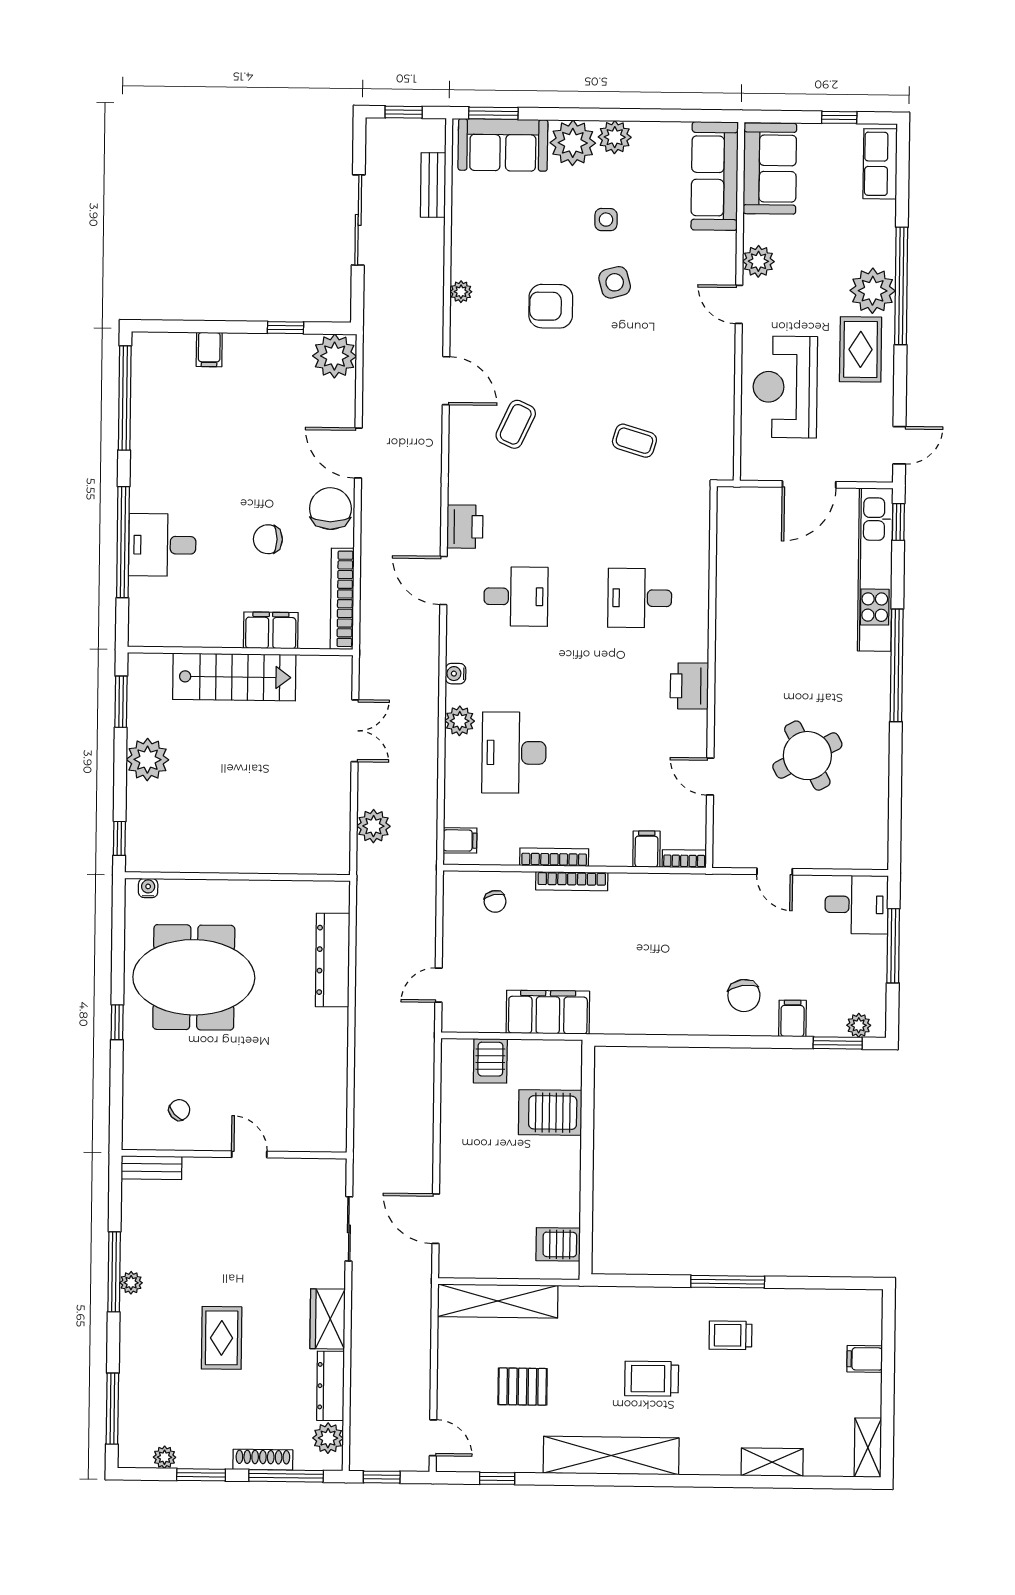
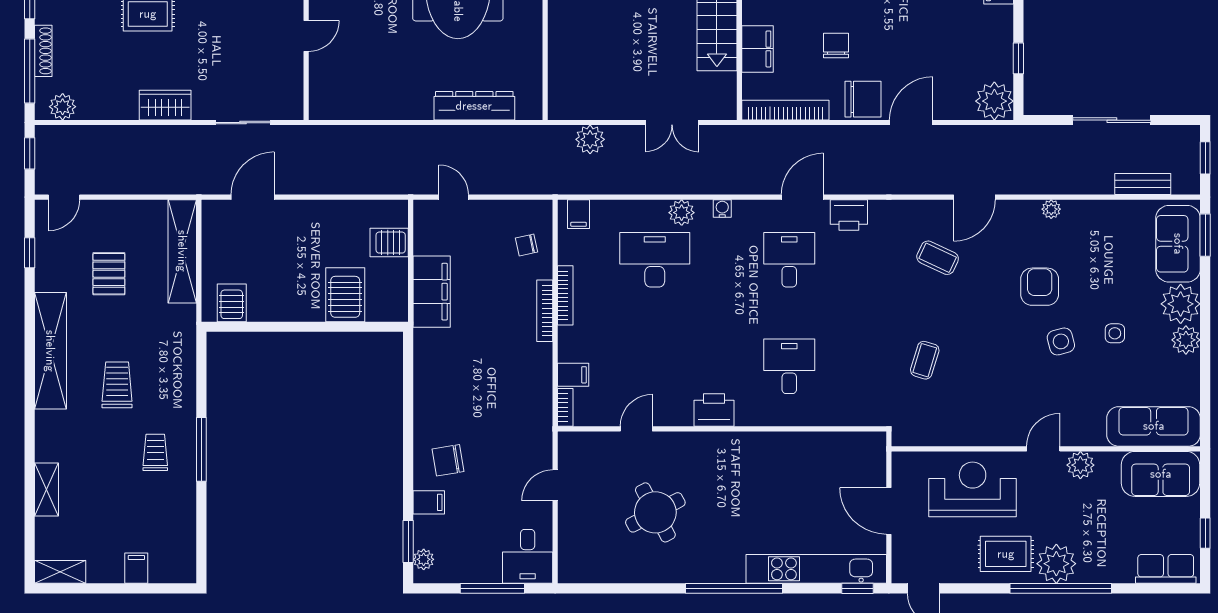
desk: (516, 597) -> (789, 260), turned 180
dresser: (330, 1386) -> (108, 108), removed

